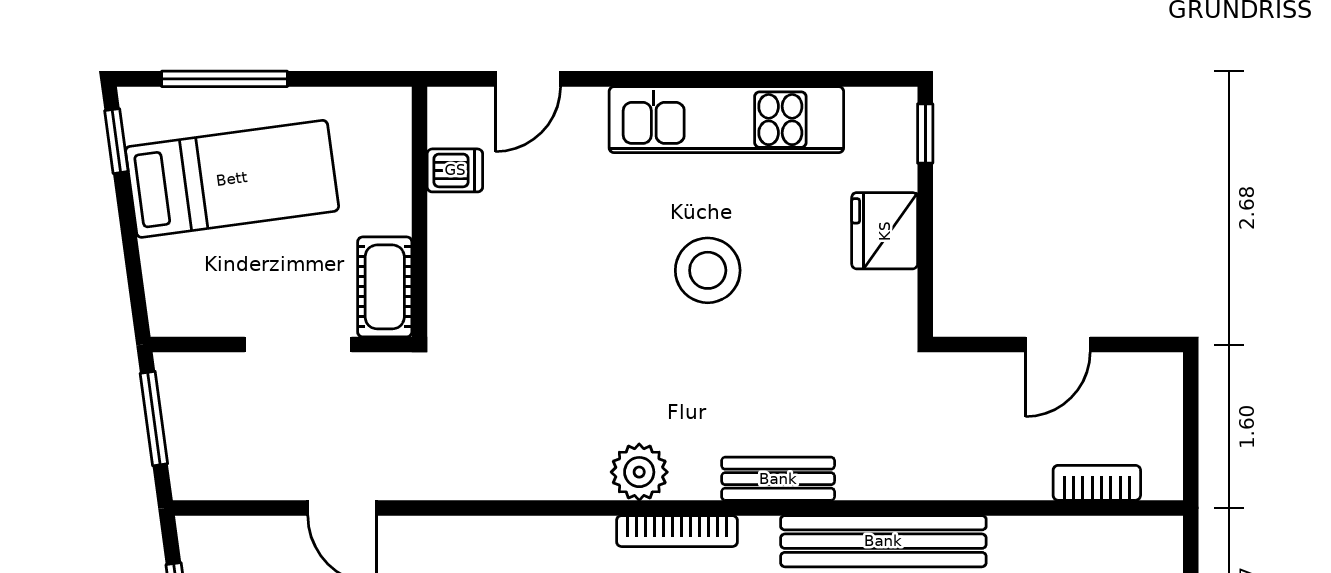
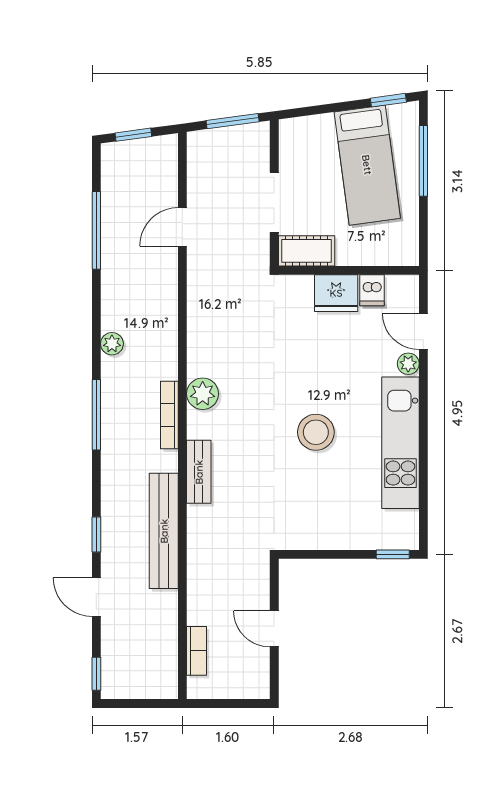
plant: (586, 106) -> (408, 364), added
fridge: (885, 231) -> (336, 293), moved, turned 180

